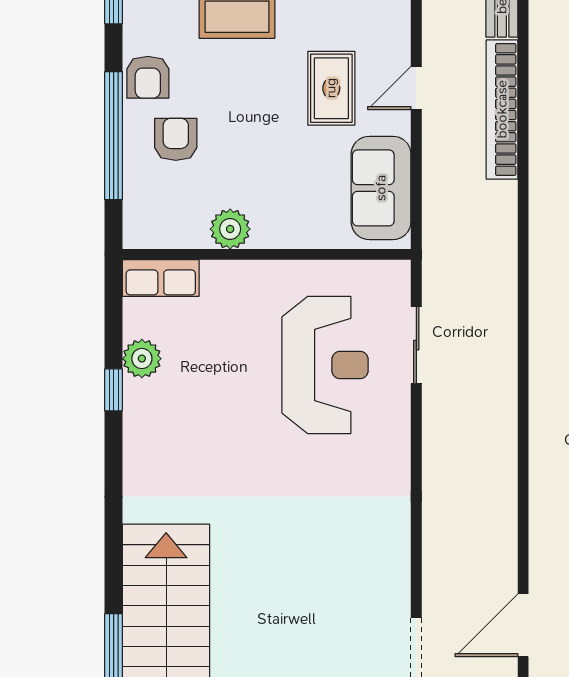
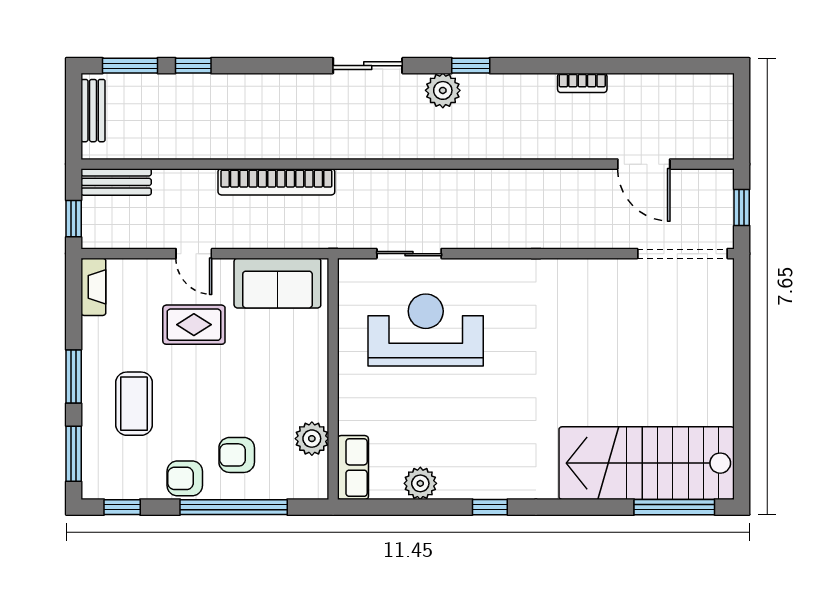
armchair: (148, 77) -> (185, 478), turned 180
bookcase: (502, 109) -> (276, 182), moved
plant: (230, 229) -> (312, 439), moved
window: (114, 390) -> (490, 507), moved

